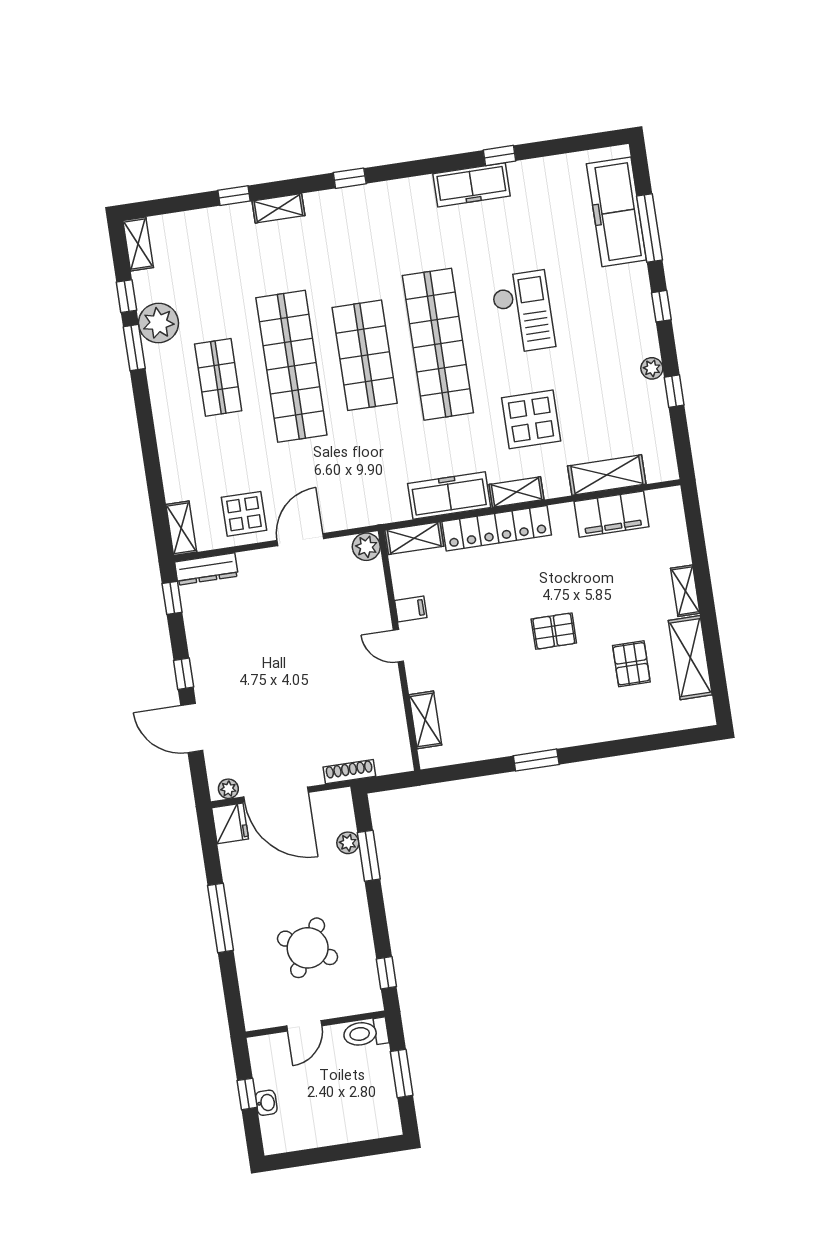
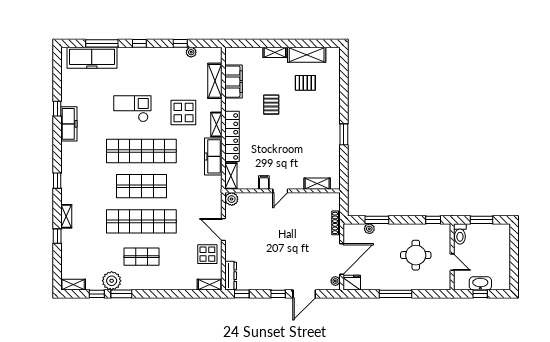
plant: (652, 368) -> (191, 52), moved
pallet: (554, 631) -> (271, 105), moved
round table: (308, 948) -> (416, 255), turned -31
washbasin: (266, 1103) -> (480, 283), width x1.91, depth x1.45

